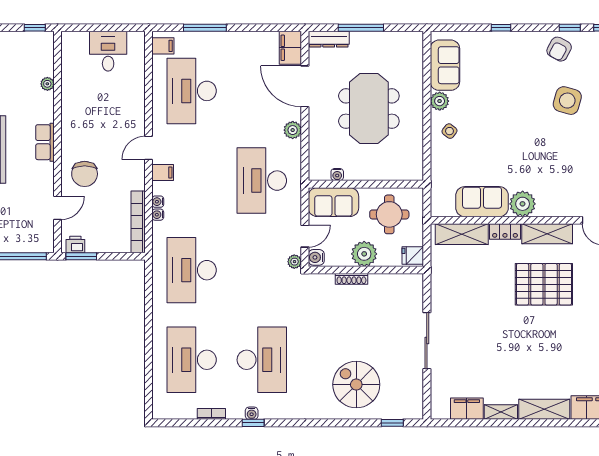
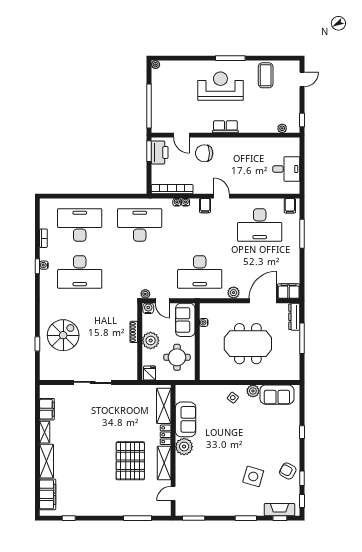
plant: (47, 84) -> (282, 128), moved
desk: (192, 91) -> (260, 225), turned 180
desk: (262, 181) -> (200, 272), turned 180
printer: (75, 244) -> (160, 152), width x1.87, depth x1.48
window: (392, 423) -> (37, 344), moved

